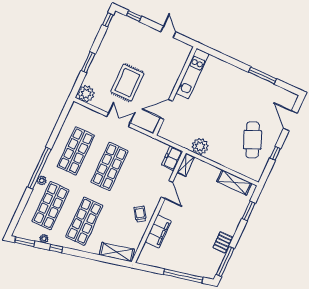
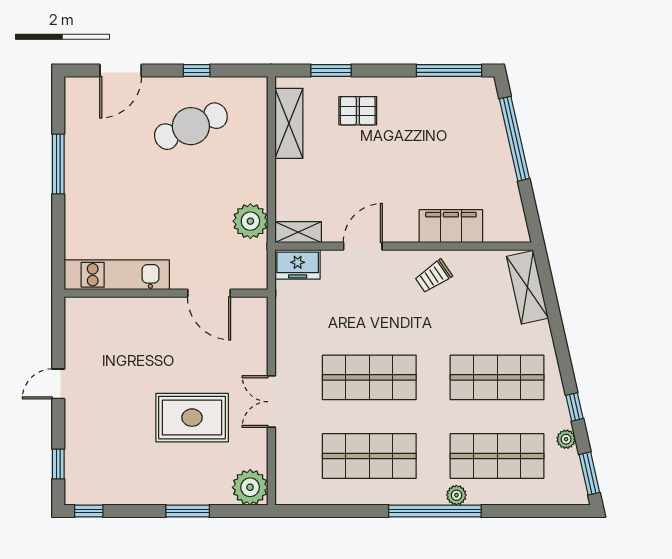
kitchen unit: (192, 74) -> (117, 275), moved
wall: (175, 91) -> (166, 293), moved
door: (166, 109) -> (209, 293), moved
pallet: (223, 242) -> (358, 111), moved

